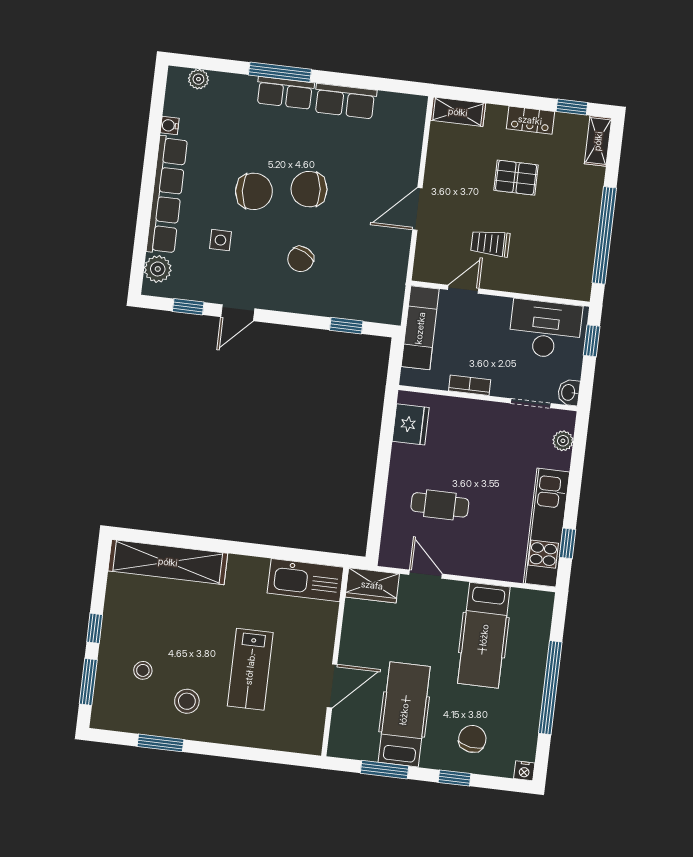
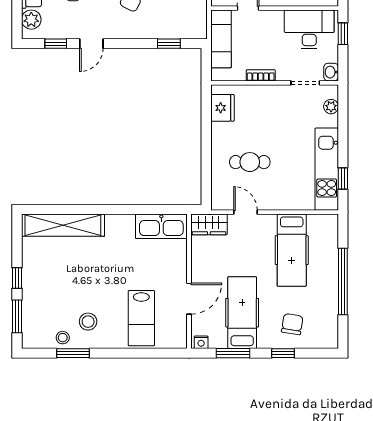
lab bench: (250, 669) -> (141, 318), moved
stool: (143, 670) -> (63, 338), moved
nightstand: (524, 771) -> (201, 342), moved

